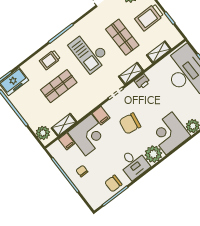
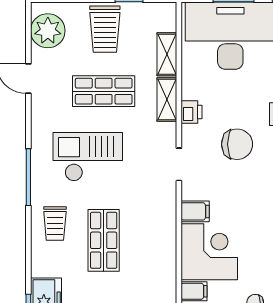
checkout: (89, 52) -> (88, 157), turned 180
shelving: (131, 73) -> (167, 100), moved
chair: (130, 123) -> (237, 144), moved, turned -99
shelving: (64, 125) -> (167, 276), removed

